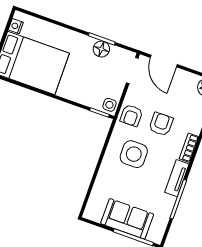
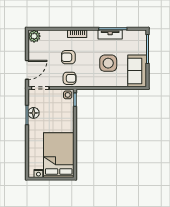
side table: (134, 154) -> (108, 63), moved
tv unit: (177, 178) -> (110, 35), moved
sofa: (127, 219) -> (137, 71), moved

